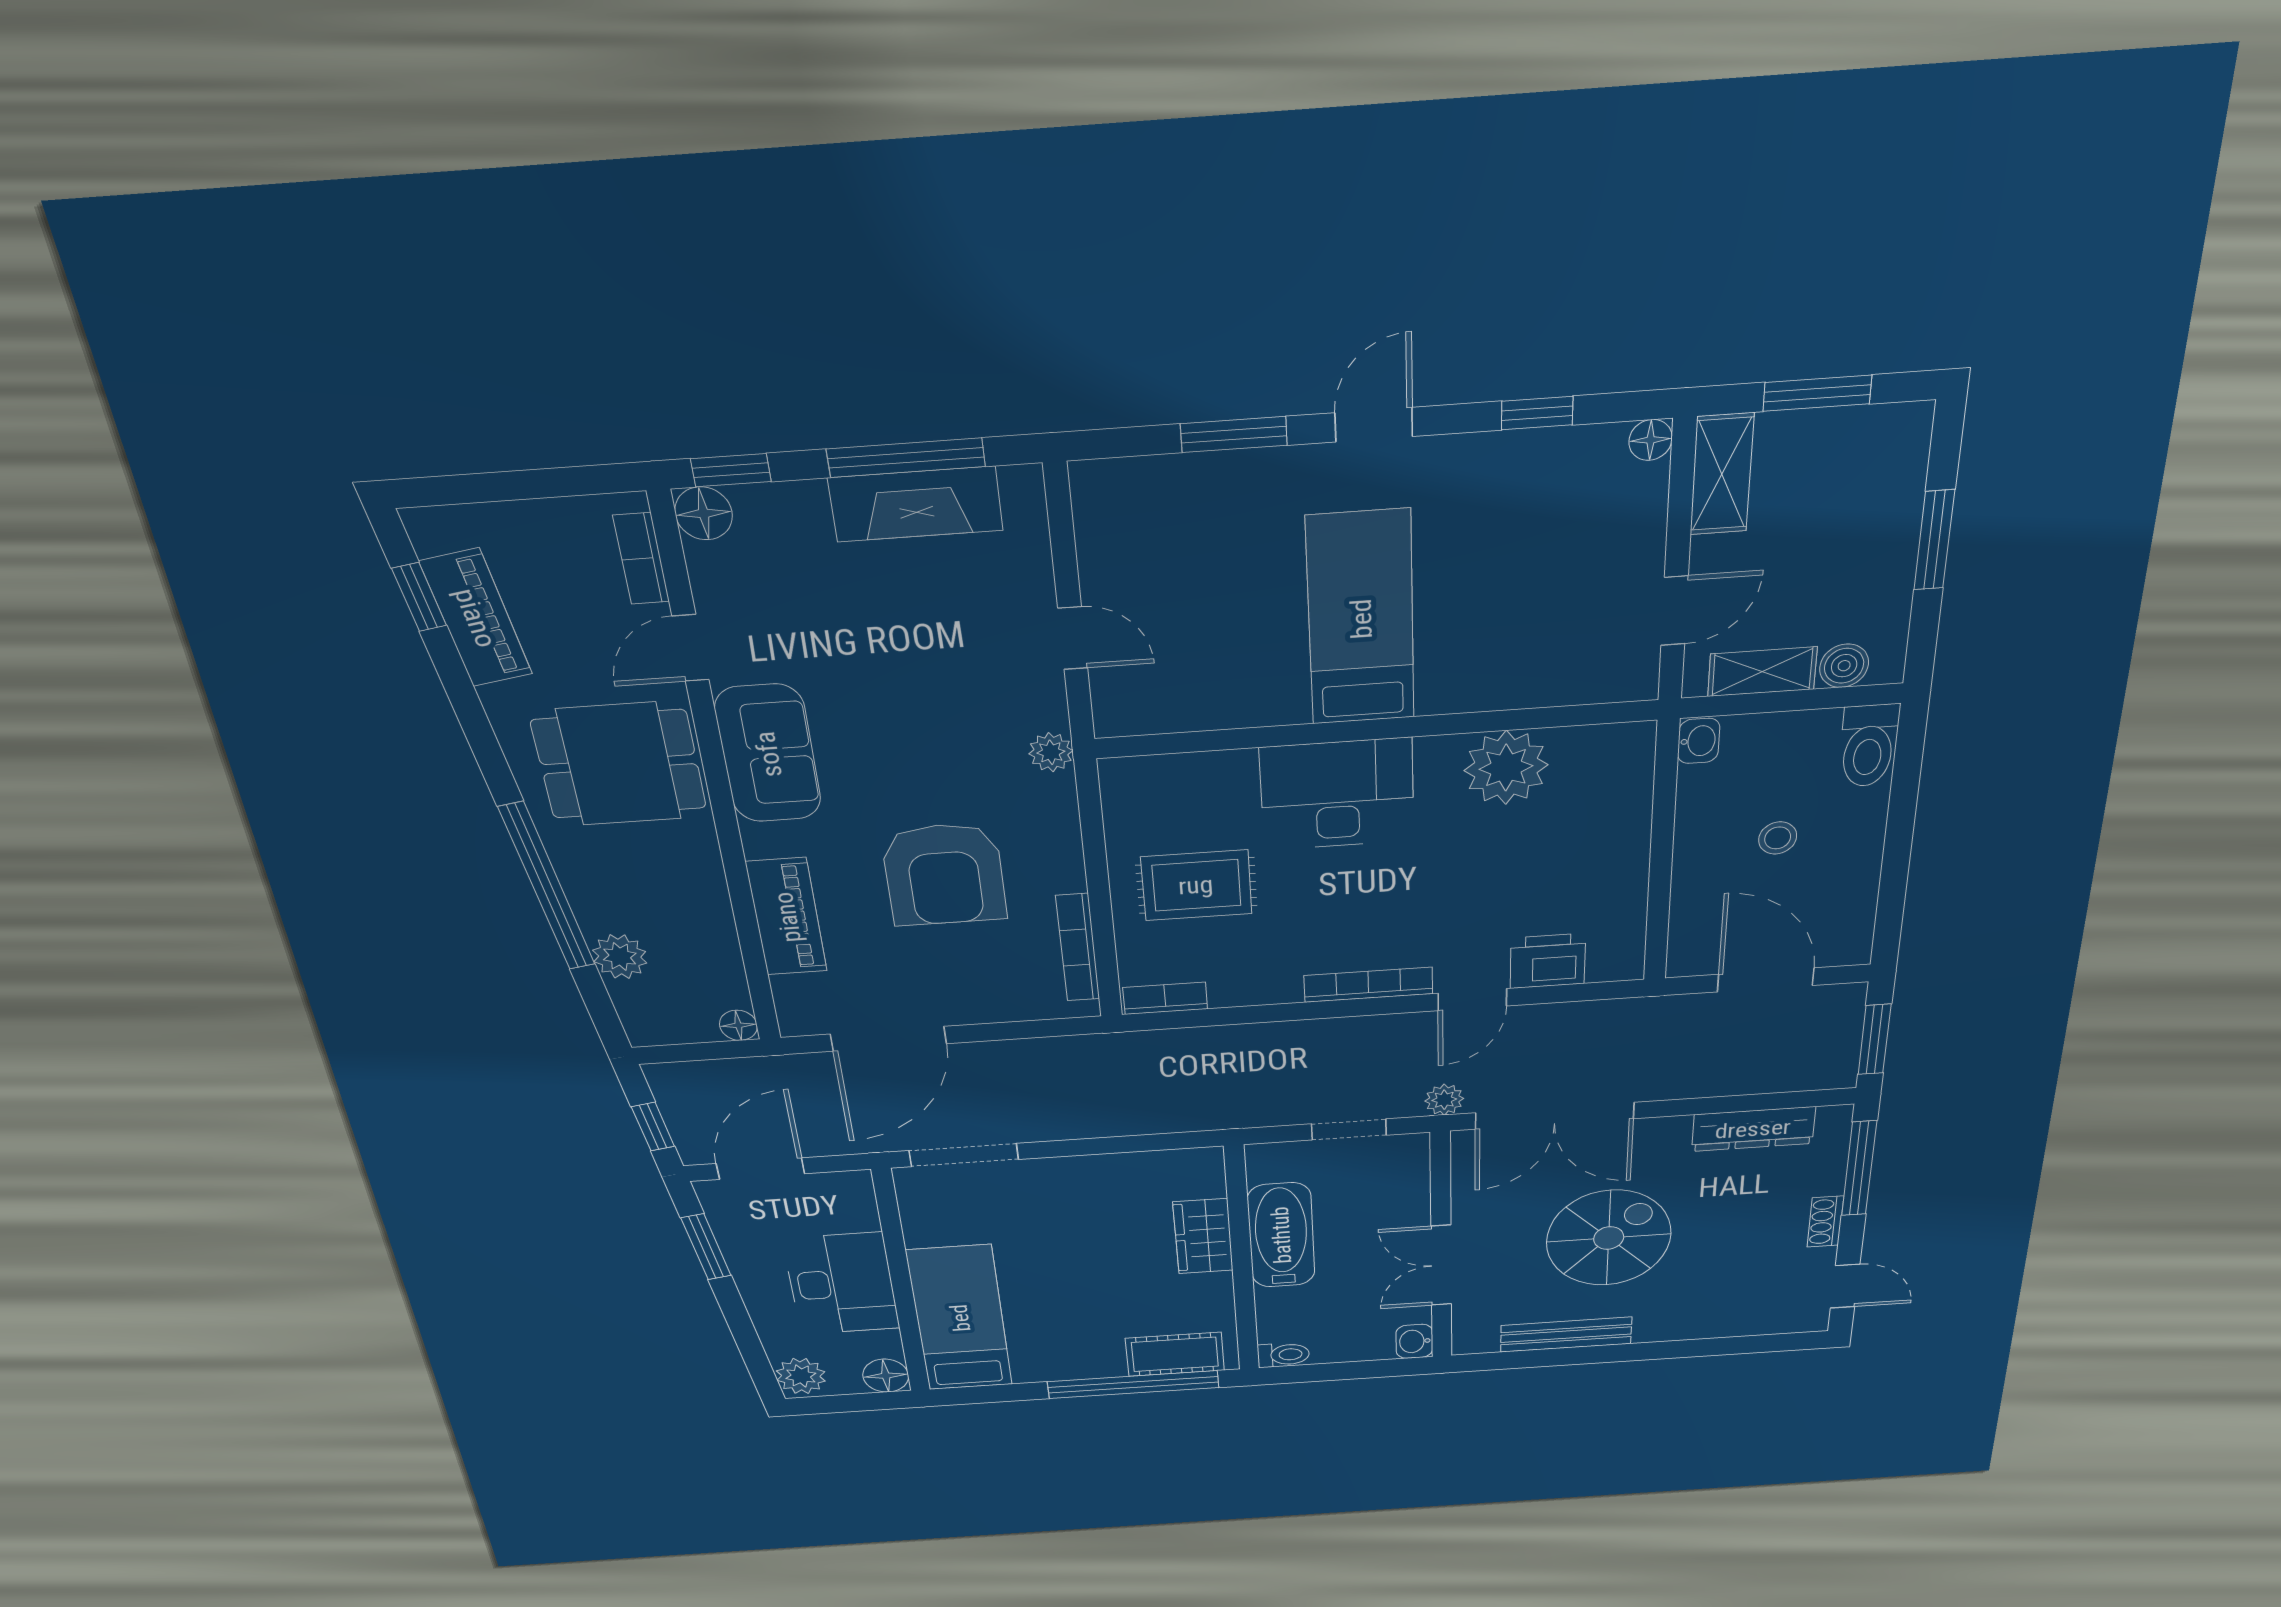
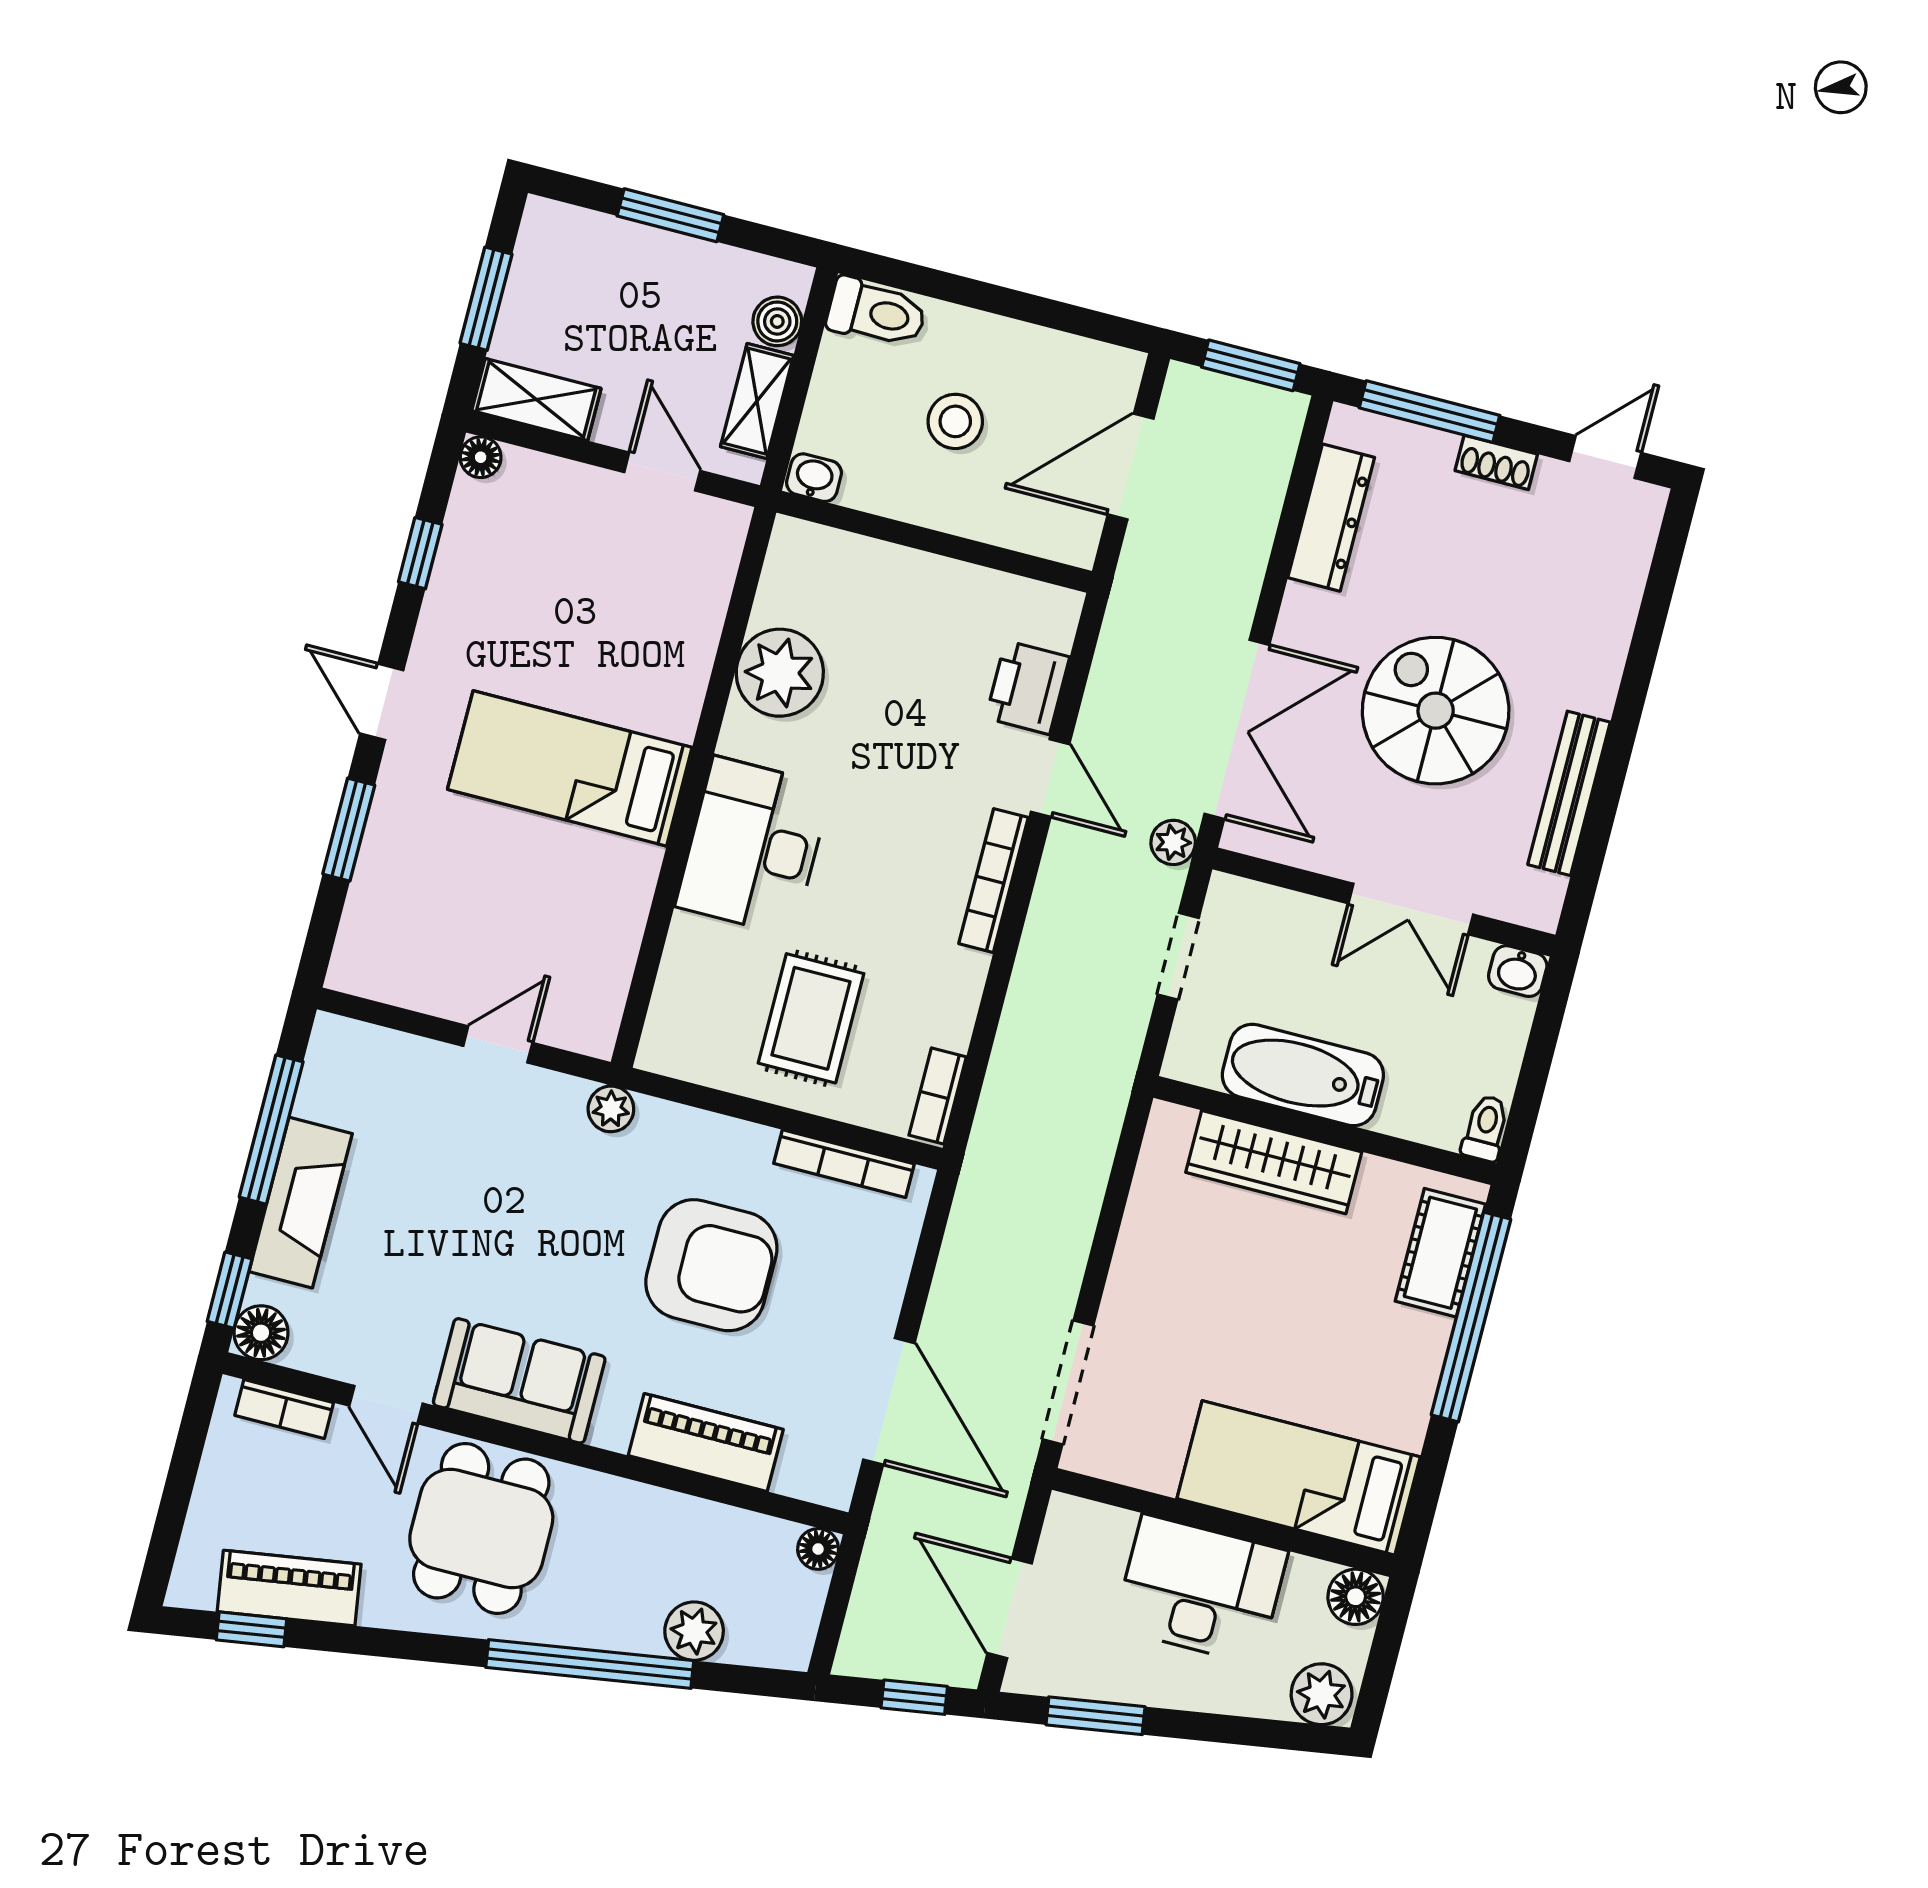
fireplace: (916, 504) -> (301, 1203), moved
stool: (1778, 838) -> (955, 421), width x1.37, depth x1.37
wardrobe: (1203, 1236) -> (1274, 1162), width x1.50

